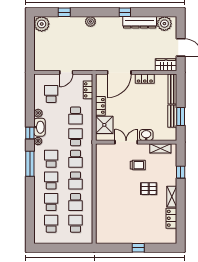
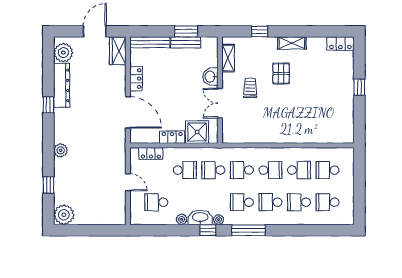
school desk: (75, 159) -> (242, 170), turned 180
locker: (171, 218) -> (340, 44), moved

